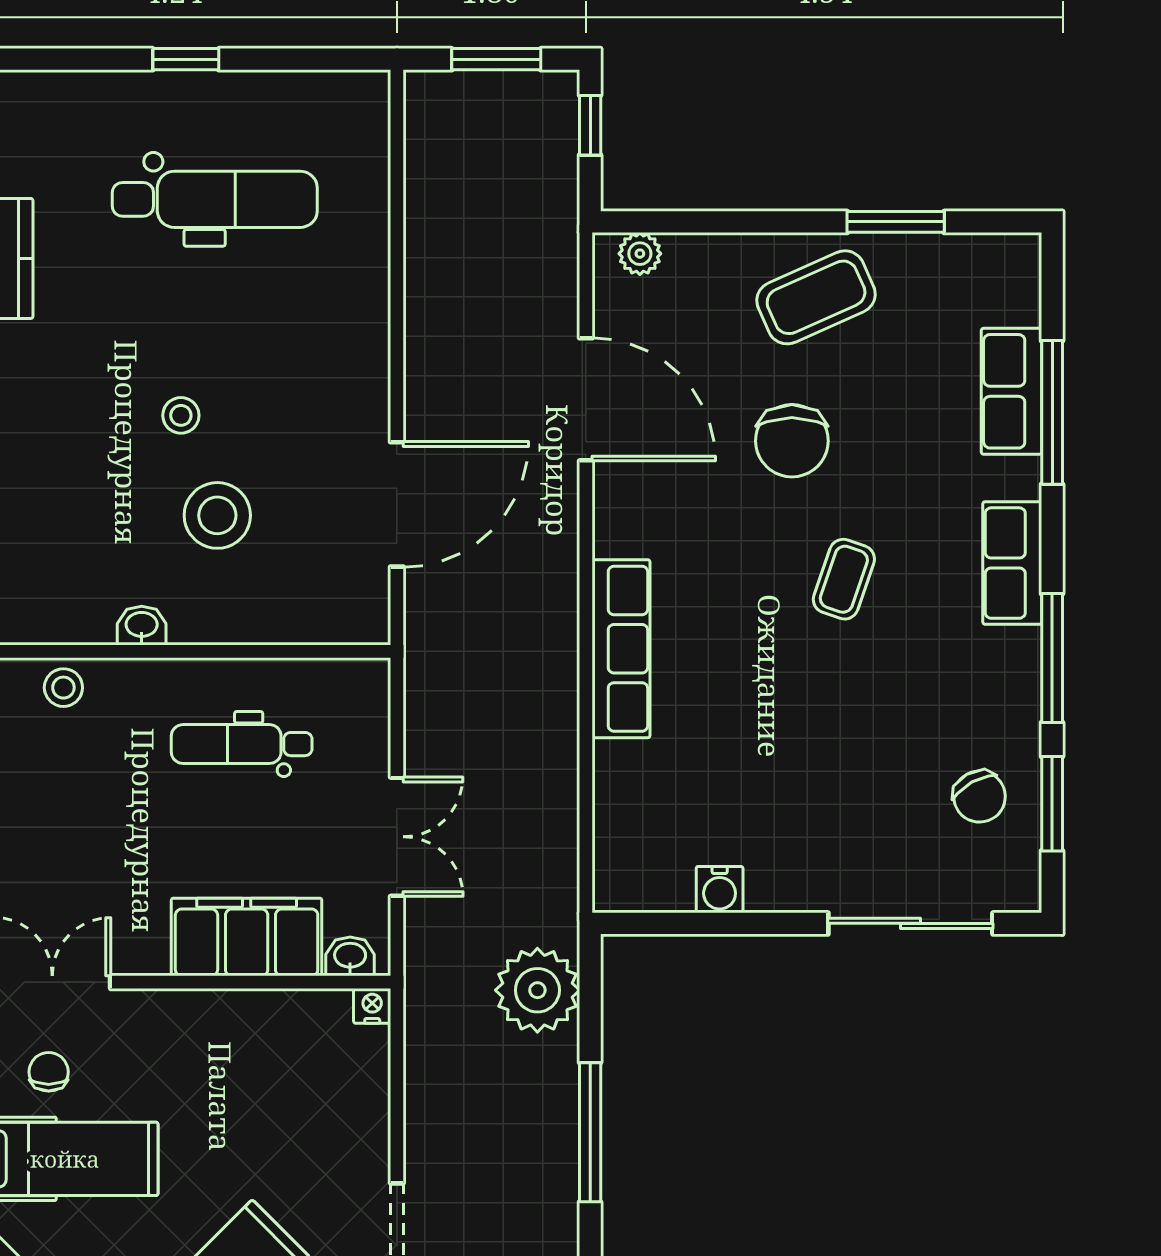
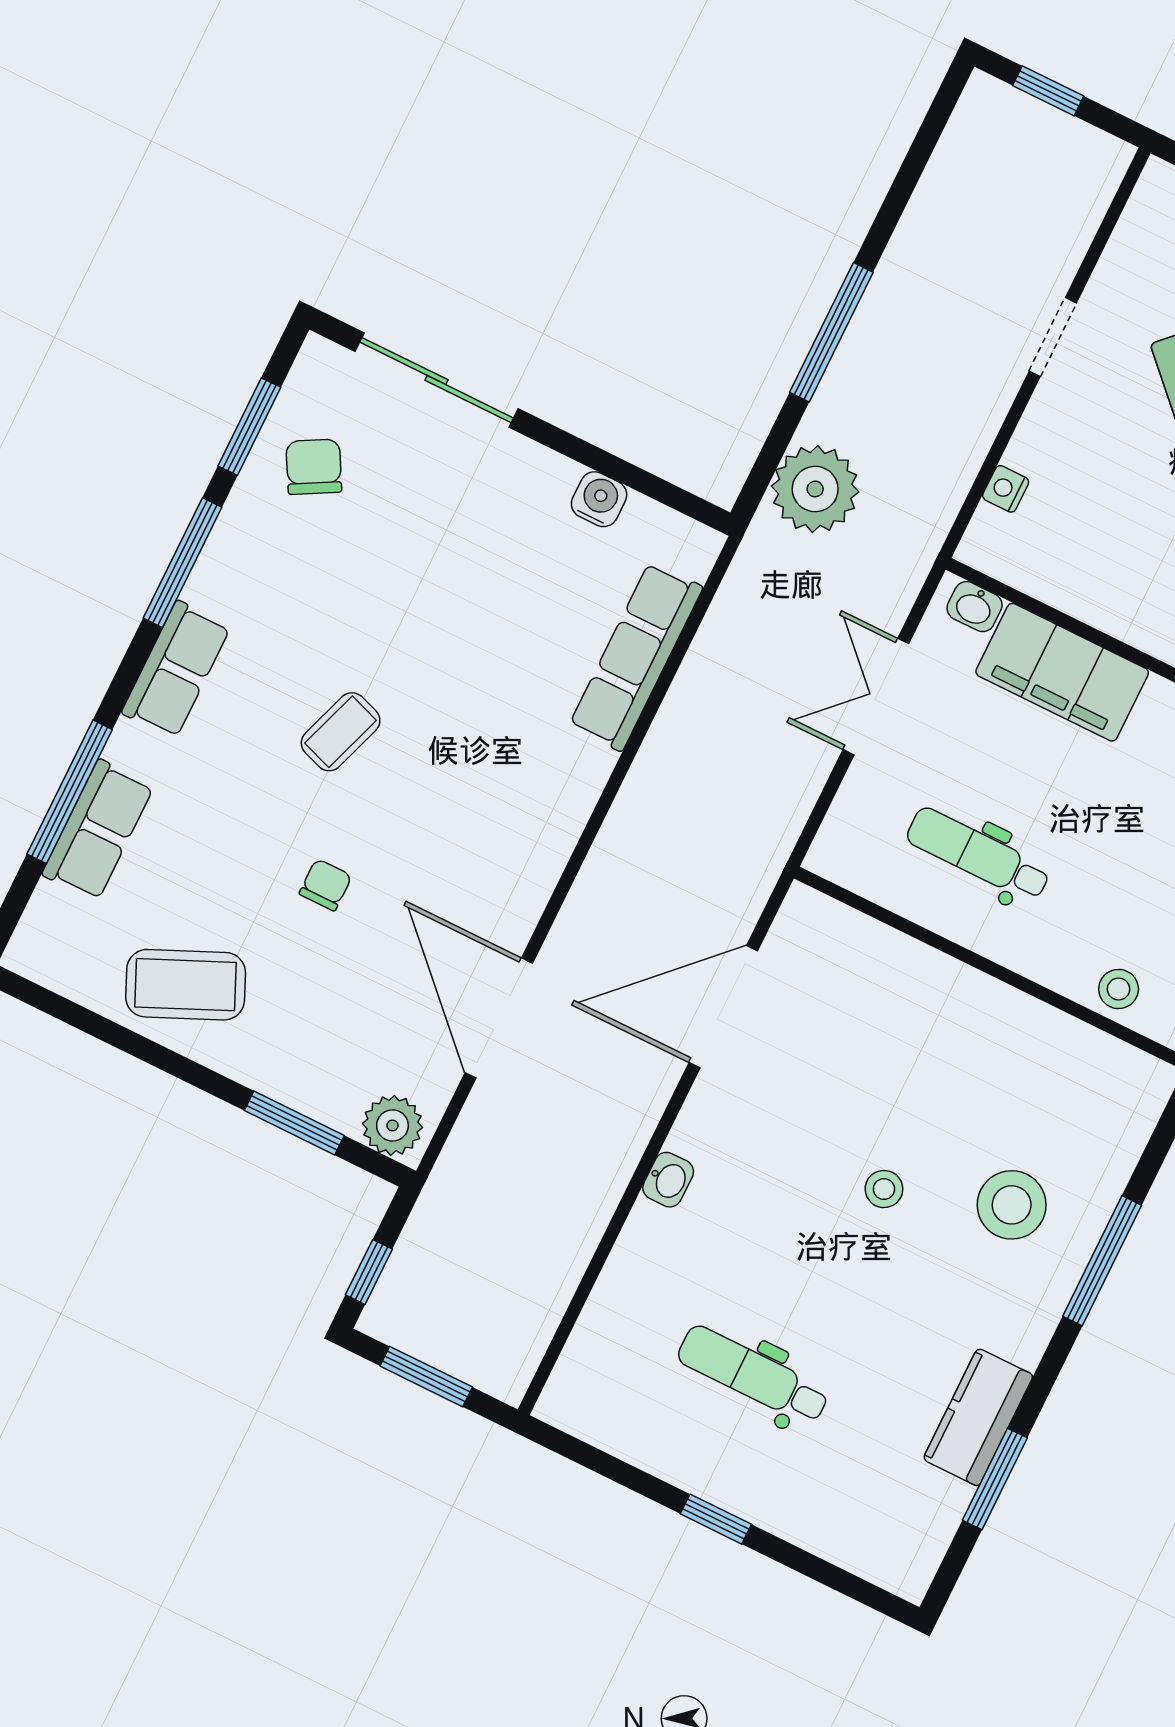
dental chair: (215, 199) -> (753, 1375), width x0.73, depth x0.72
window: (896, 222) -> (294, 1123), moved
plant: (640, 254) -> (392, 1125), width x1.38, depth x1.38
coffee table: (816, 297) -> (186, 985), moved
chair: (792, 441) -> (325, 885), width x0.54, depth x0.54
stool: (217, 515) -> (1012, 1205), moved
washbasin: (142, 626) -> (668, 1180), moved, turned -90
row of seats: (621, 649) -> (636, 656), moved
dental chair: (242, 744) -> (978, 854), turned 180
nightstand: (372, 1006) -> (1006, 489), moved, turned 90

